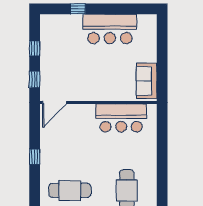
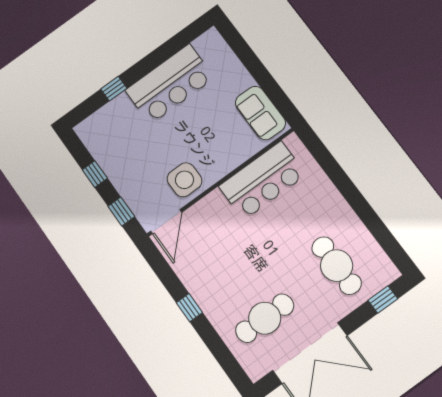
side table: (80, 87) -> (184, 180), added

